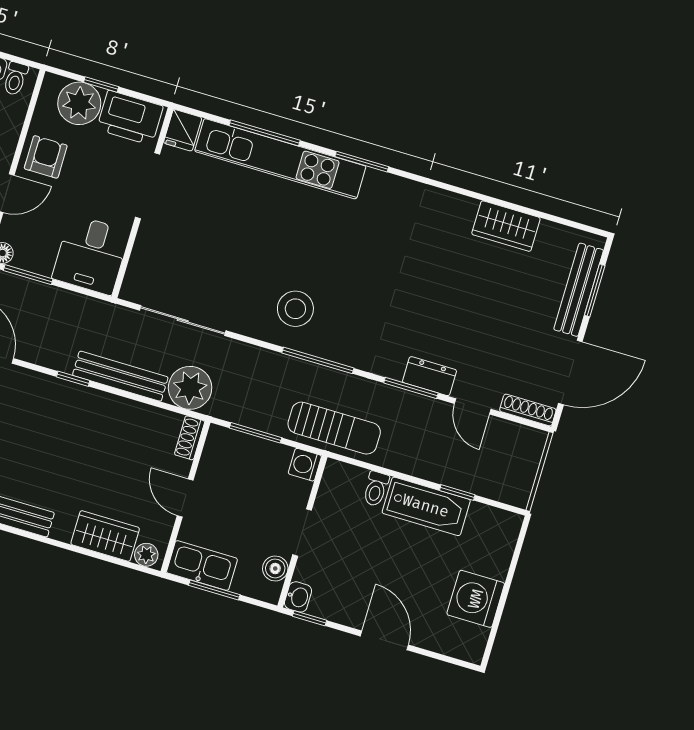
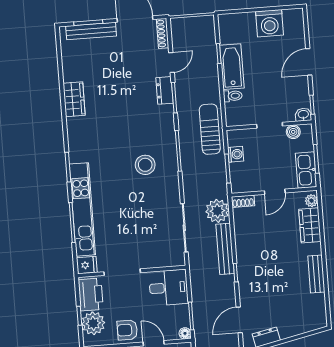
wardrobe: (506, 226) -> (74, 99), moved
stool: (295, 309) -> (145, 165), moved
washing machine: (305, 465) -> (236, 154), moved, turned -90

